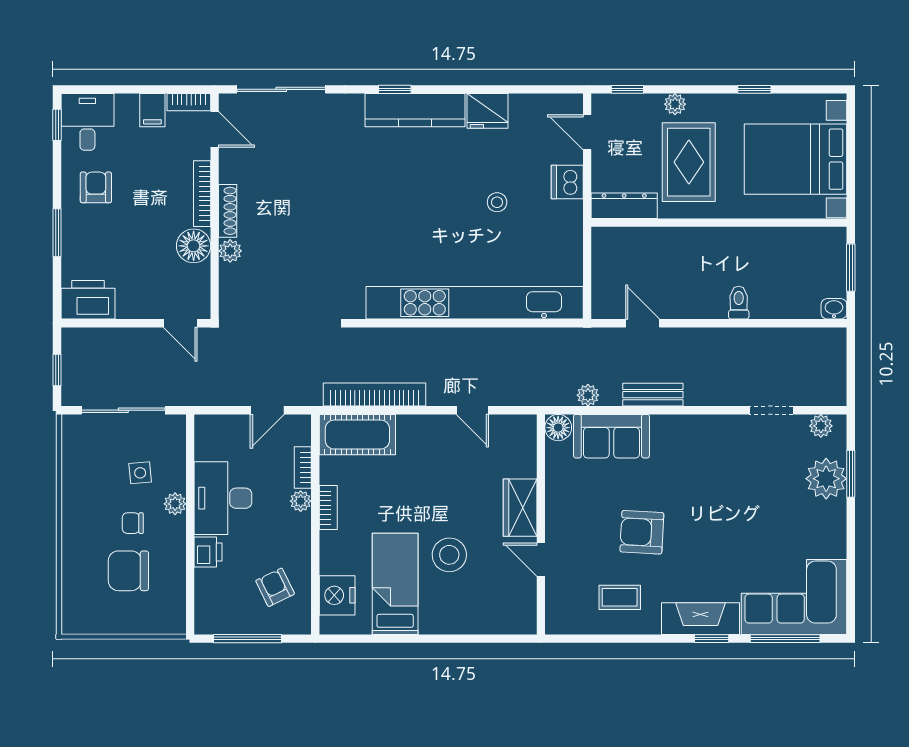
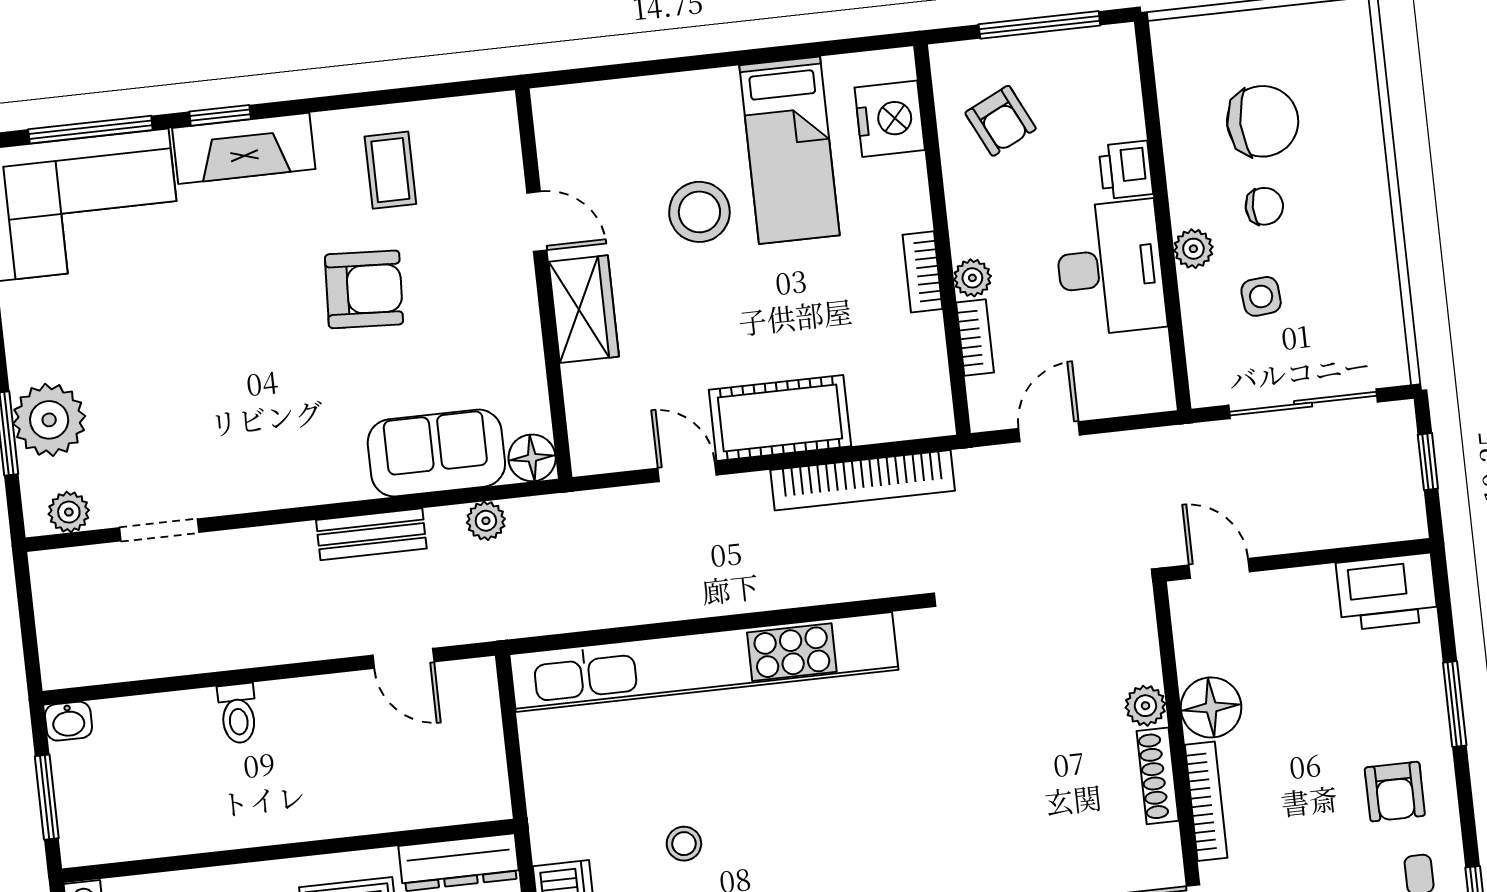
cot: (357, 435) -> (780, 418), moved
coffee table: (620, 597) -> (390, 170), turned 90

